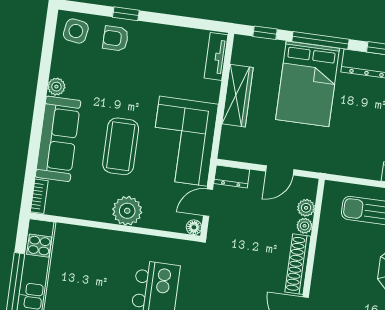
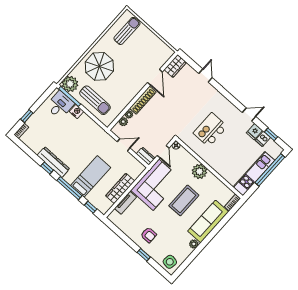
armchair: (116, 38) -> (149, 235), moved
tv unit: (216, 56) -> (125, 203), moved
bed: (308, 84) -> (91, 176), width x0.67
door: (208, 203) -> (163, 152), hinge flipped

